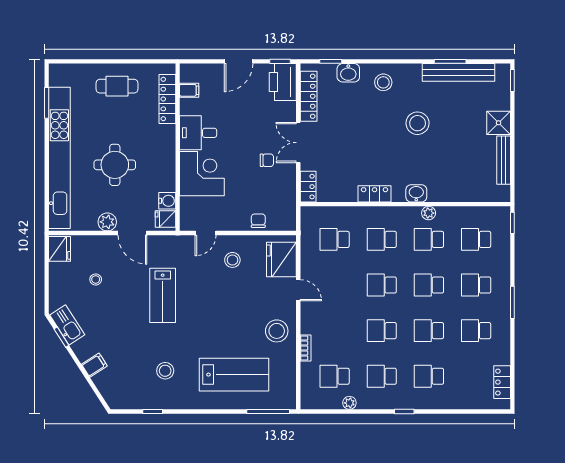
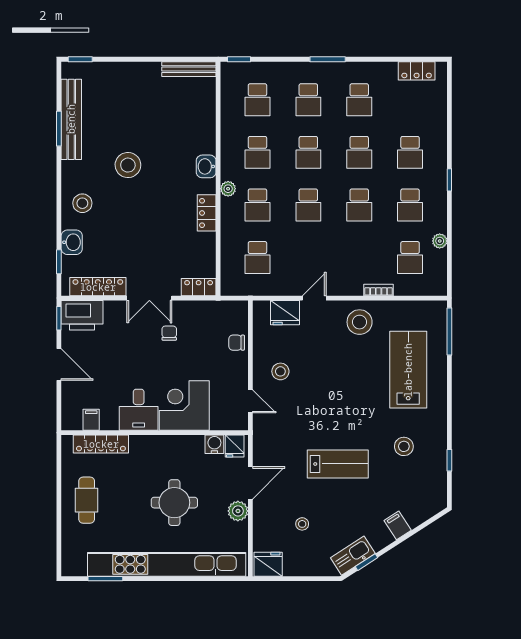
shower: (499, 123) -> (127, 75), removed
bench: (504, 160) -> (189, 69), moved
plant: (429, 213) -> (228, 189), moved
fridge: (281, 259) -> (285, 313), width x0.73, depth x0.75
lab bench: (163, 295) -> (338, 464), moved

